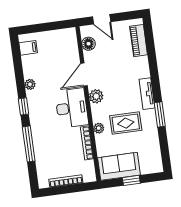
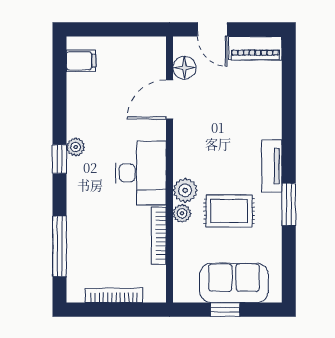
piano: (139, 41) -> (255, 48), moved, turned -90
door: (84, 75) -> (169, 99), moved
plant: (30, 84) -> (76, 147), moved
plant: (96, 96) -> (185, 190), moved
window: (29, 144) -> (60, 246), moved
sofa: (119, 166) -> (234, 283), moved

